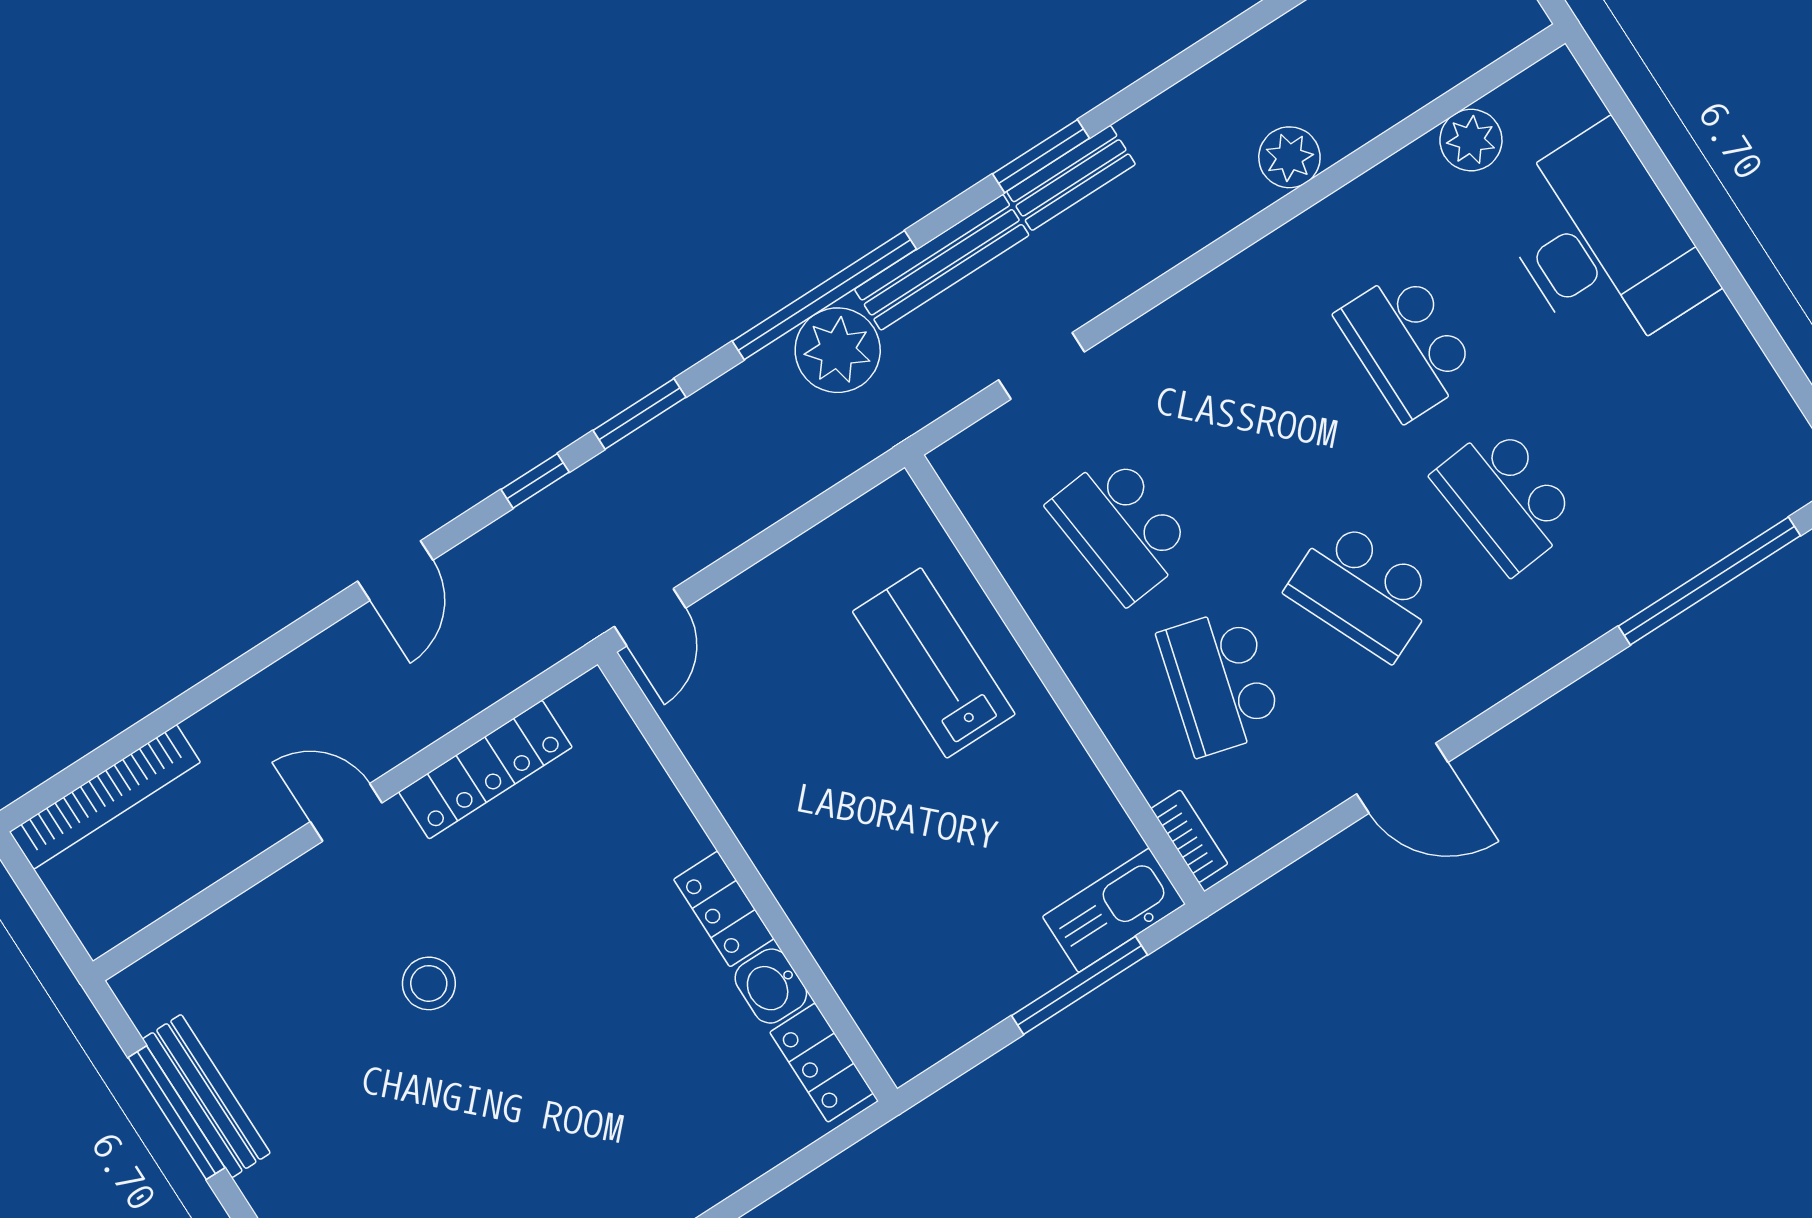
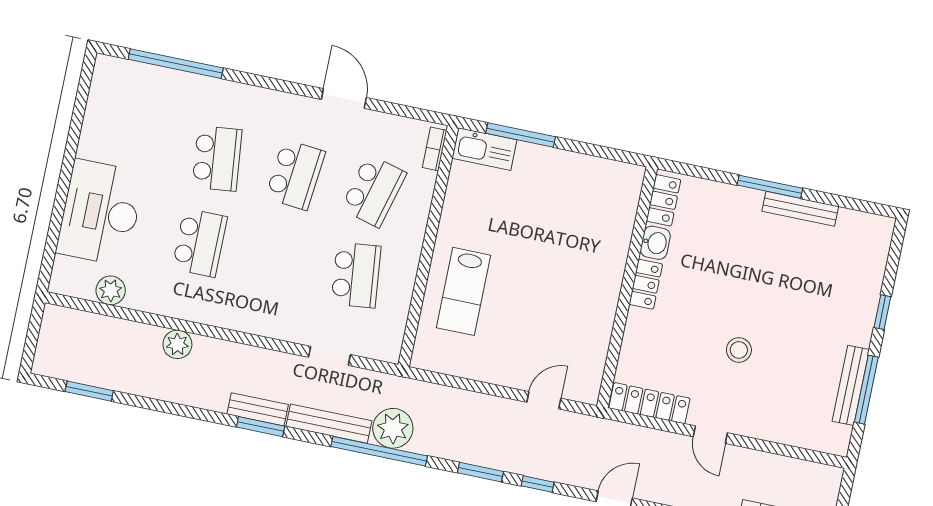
school desk: (1363, 590) -> (295, 175), turned 30
wall: (747, 877) -> (627, 287), moved
locker: (724, 909) -> (646, 284), moved
washbasin: (771, 986) -> (655, 243), moved
locker: (821, 1063) -> (663, 200), moved

